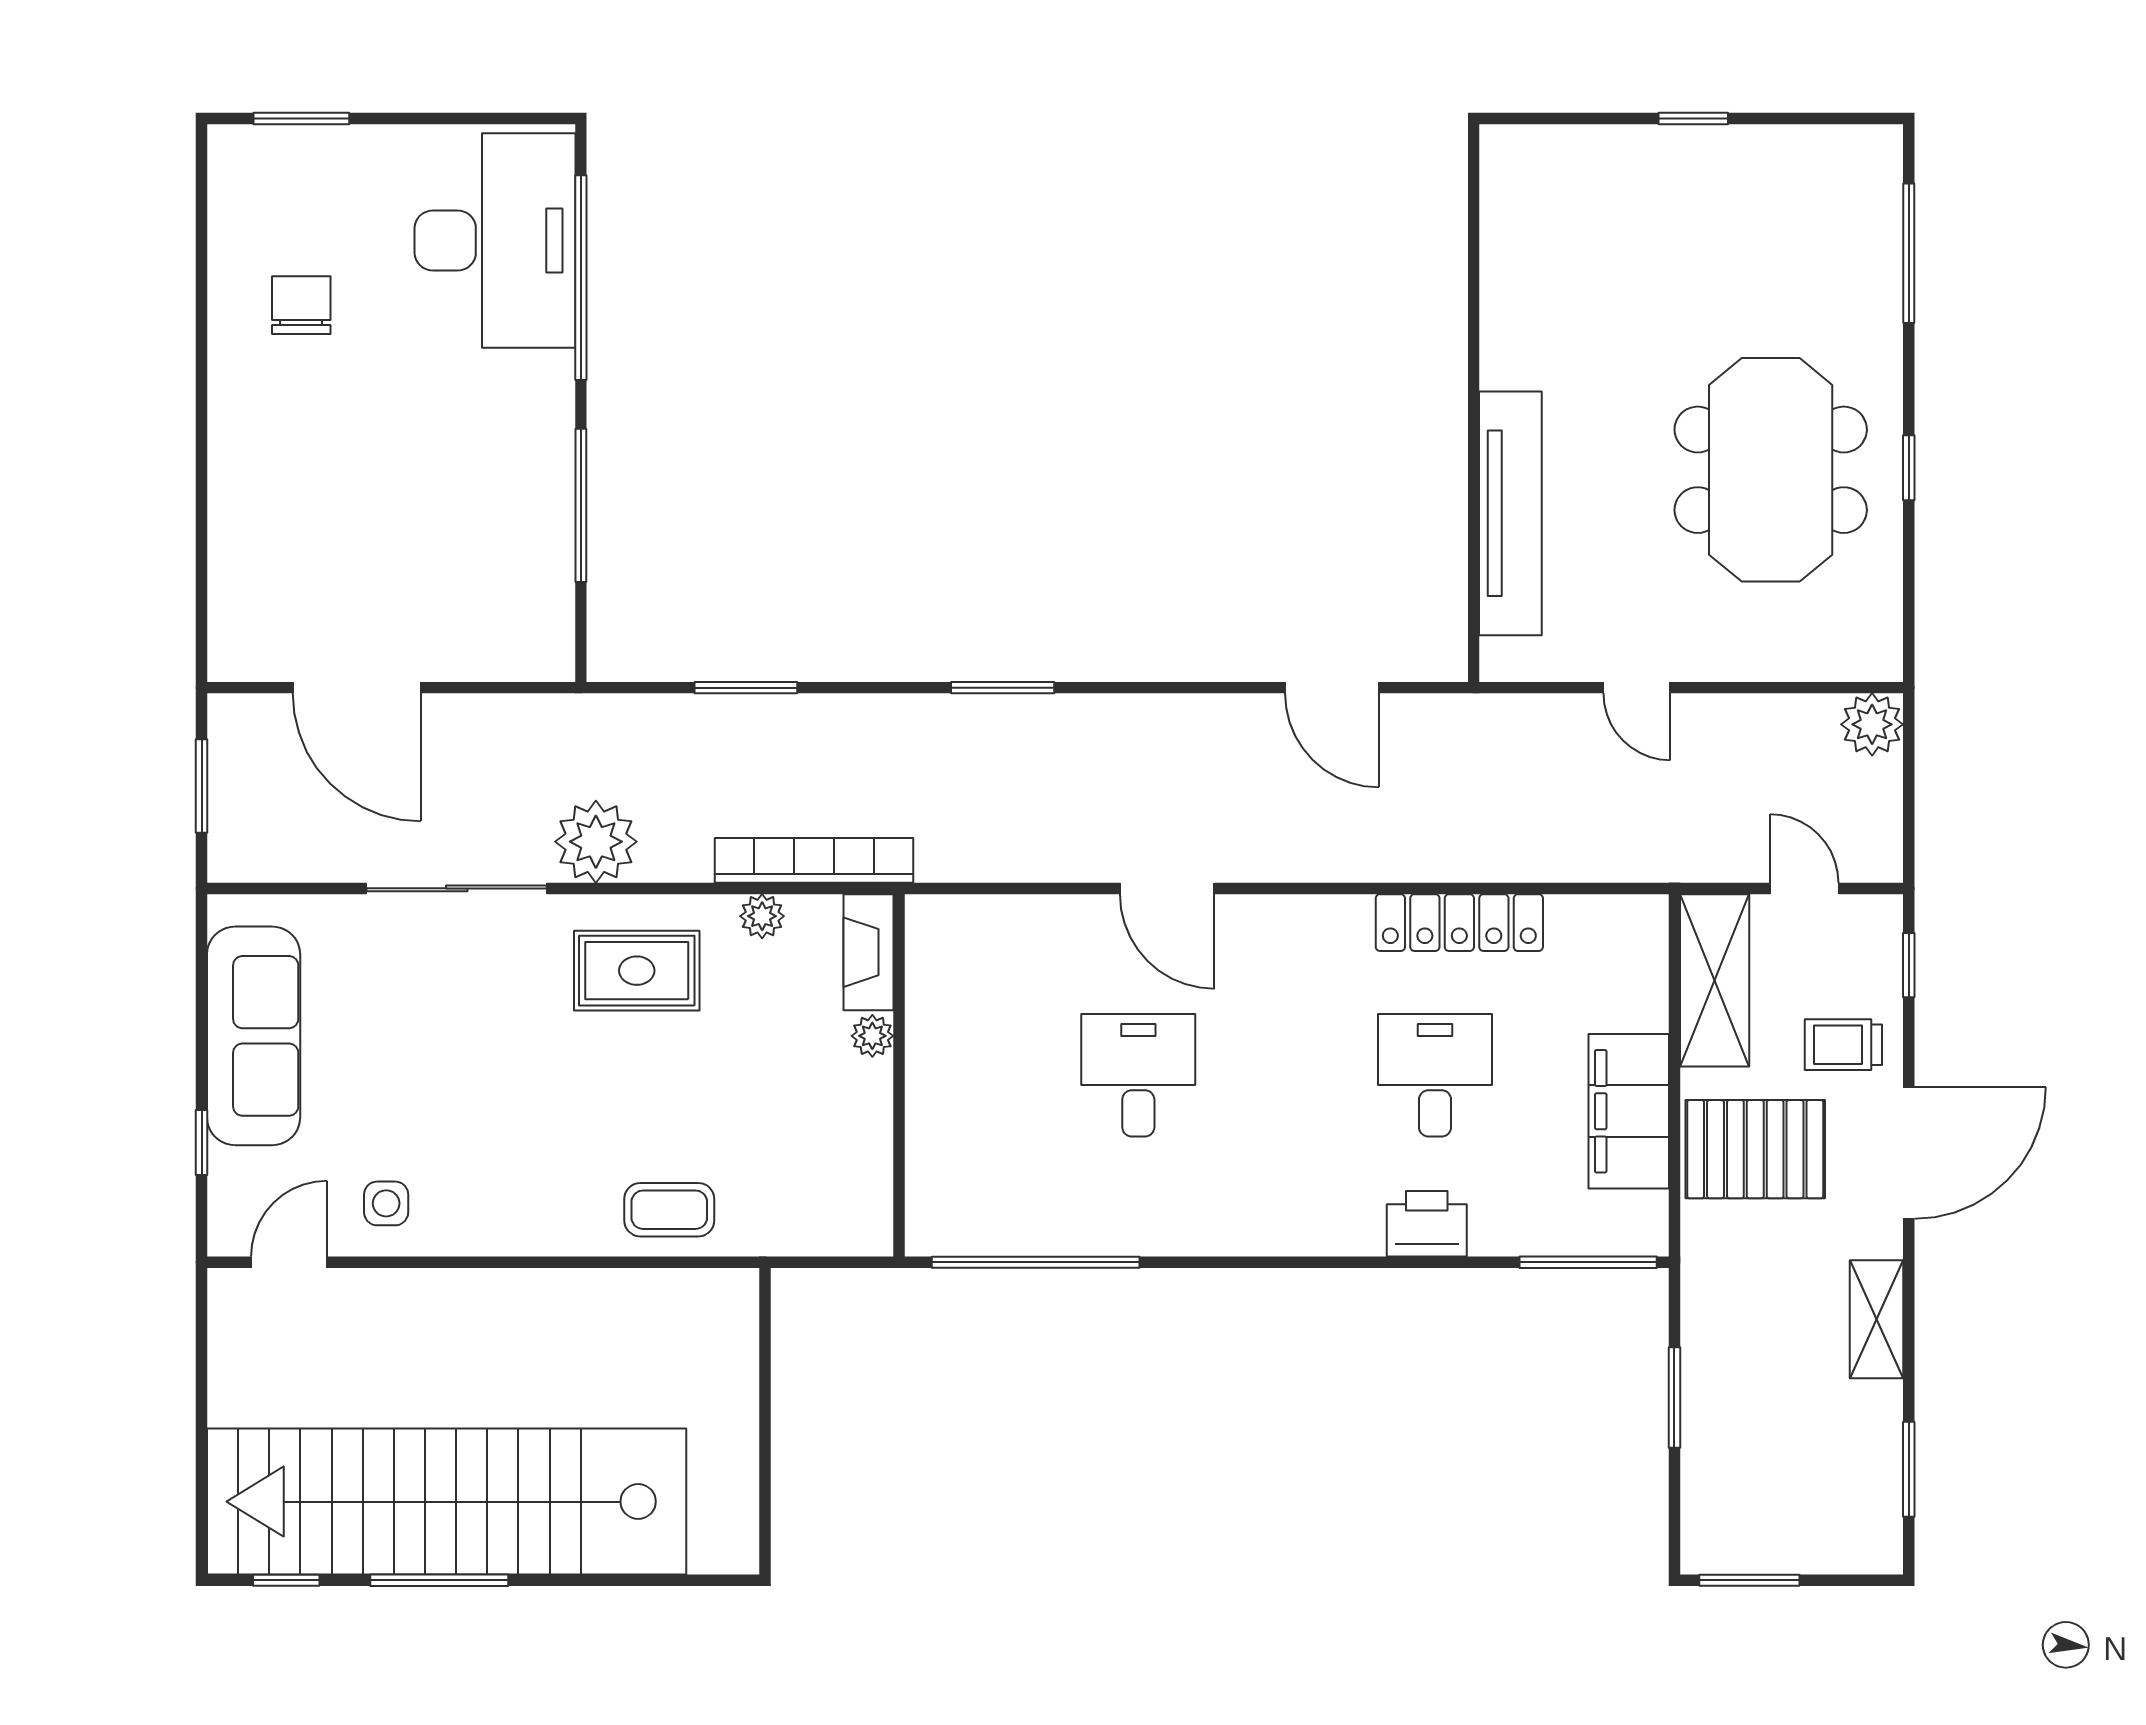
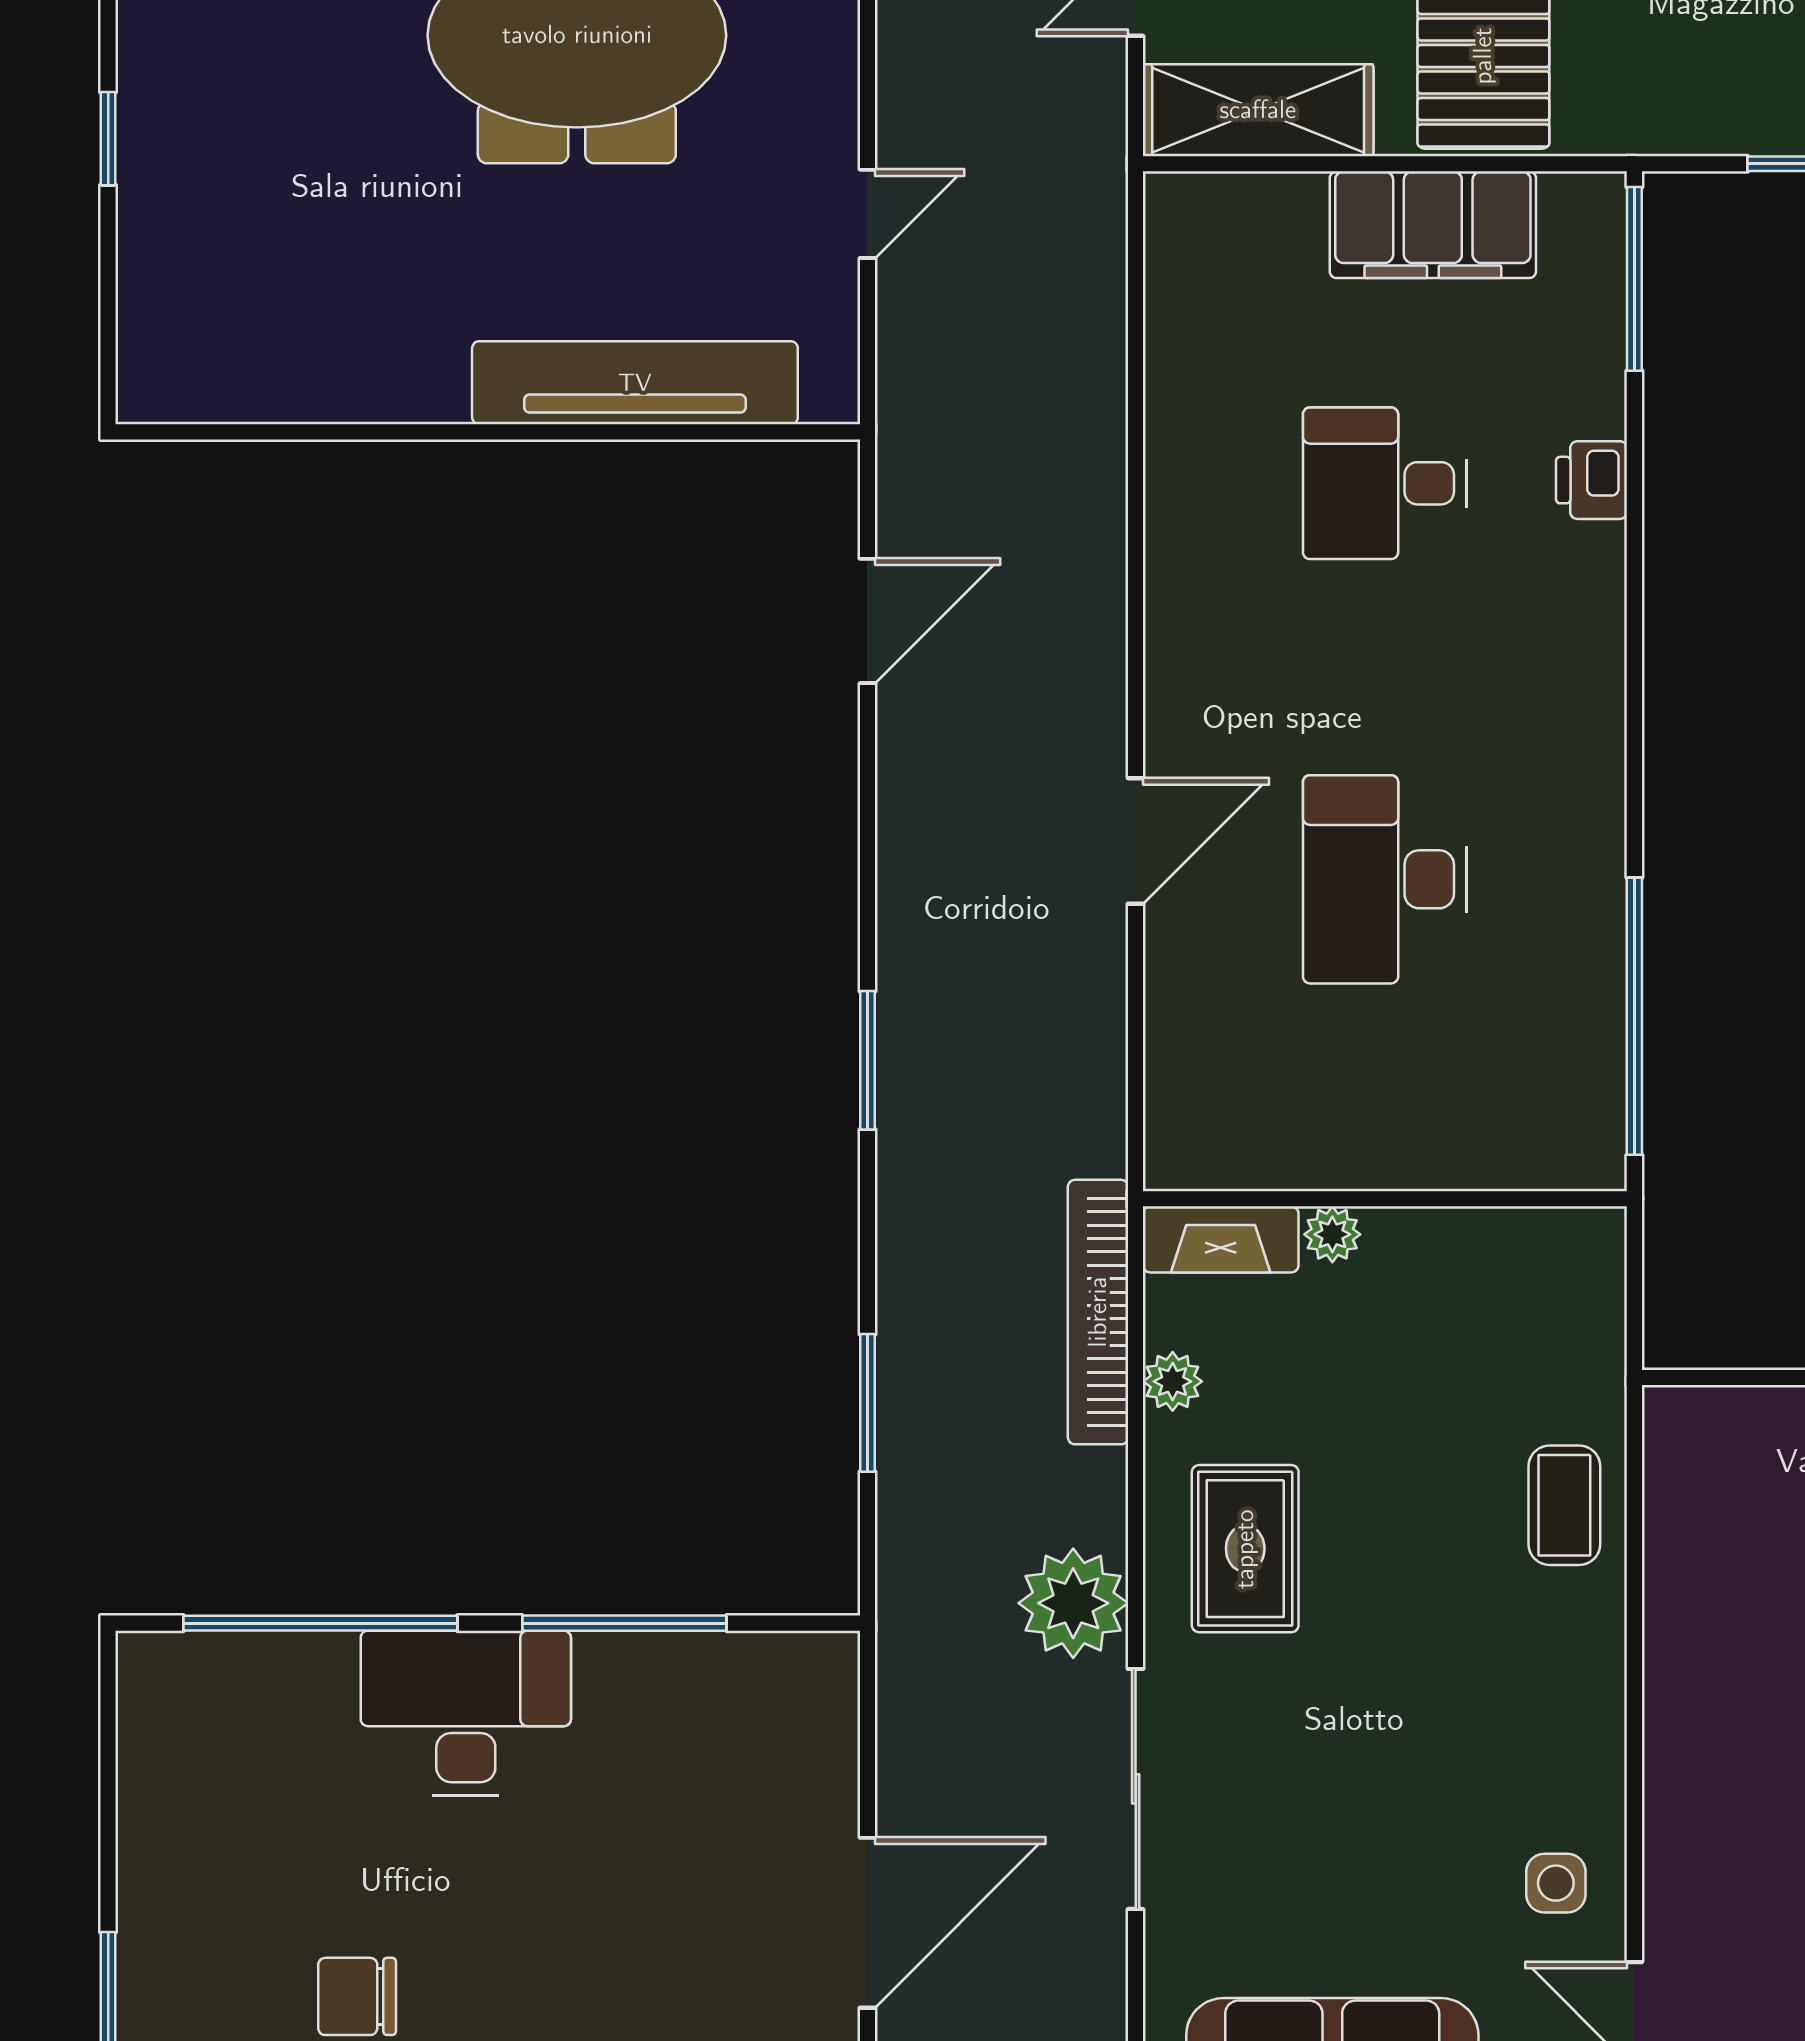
desk: (495, 240) -> (466, 1713), moved, width x0.73, depth x0.77
locker: (1459, 923) -> (1181, 451), removed
desk: (1138, 1075) -> (1385, 879), width x1.37
printer: (1427, 1224) -> (1592, 480), width x0.73, depth x0.81

